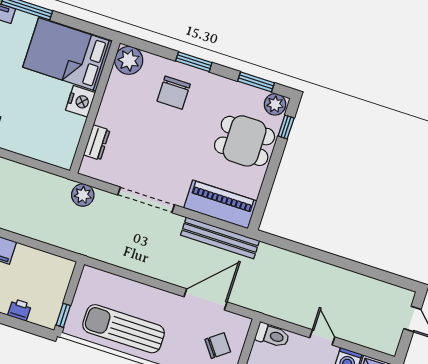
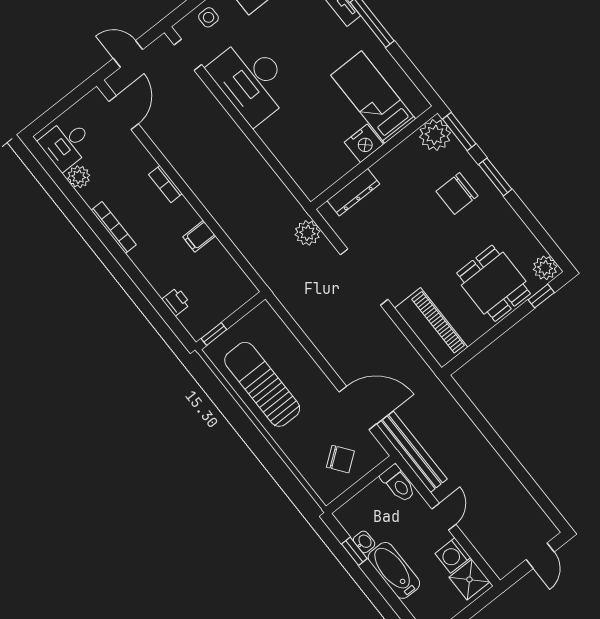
bed: (67, 54) -> (373, 97), width x0.67
window: (256, 82) -> (459, 131), moved
dresser: (97, 143) -> (353, 192), width x1.44
bench: (220, 238) -> (412, 452), moved

